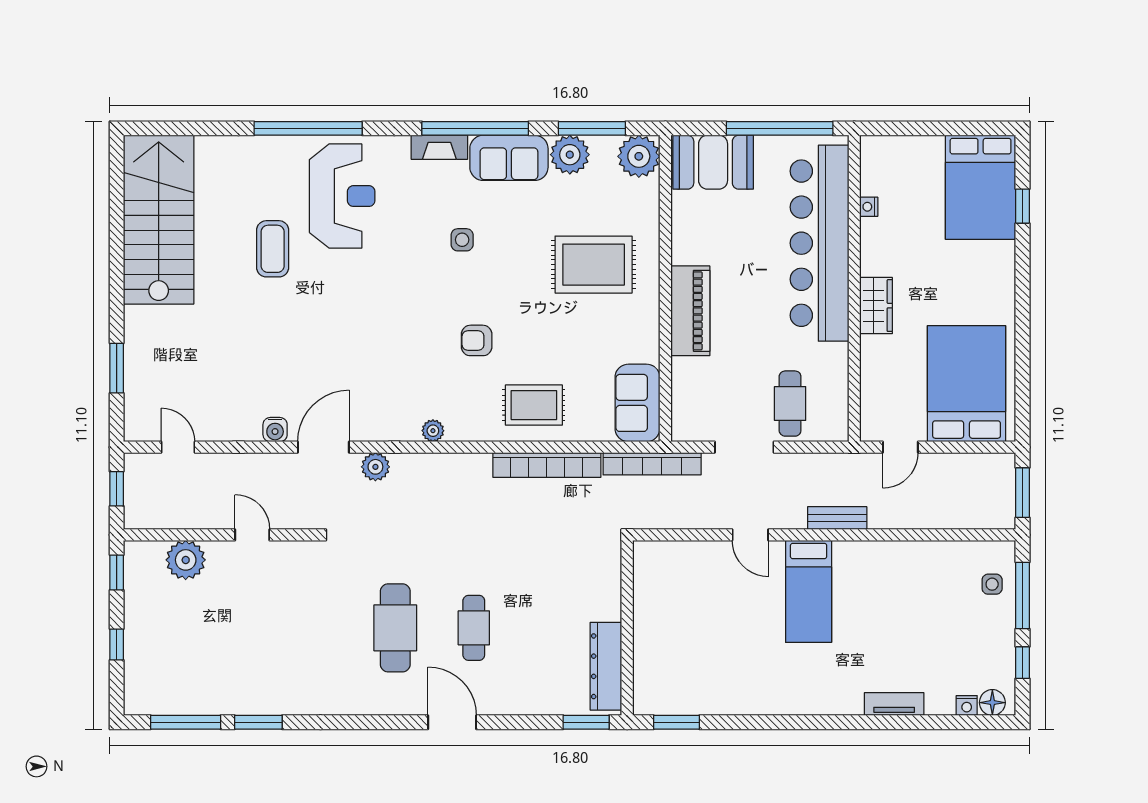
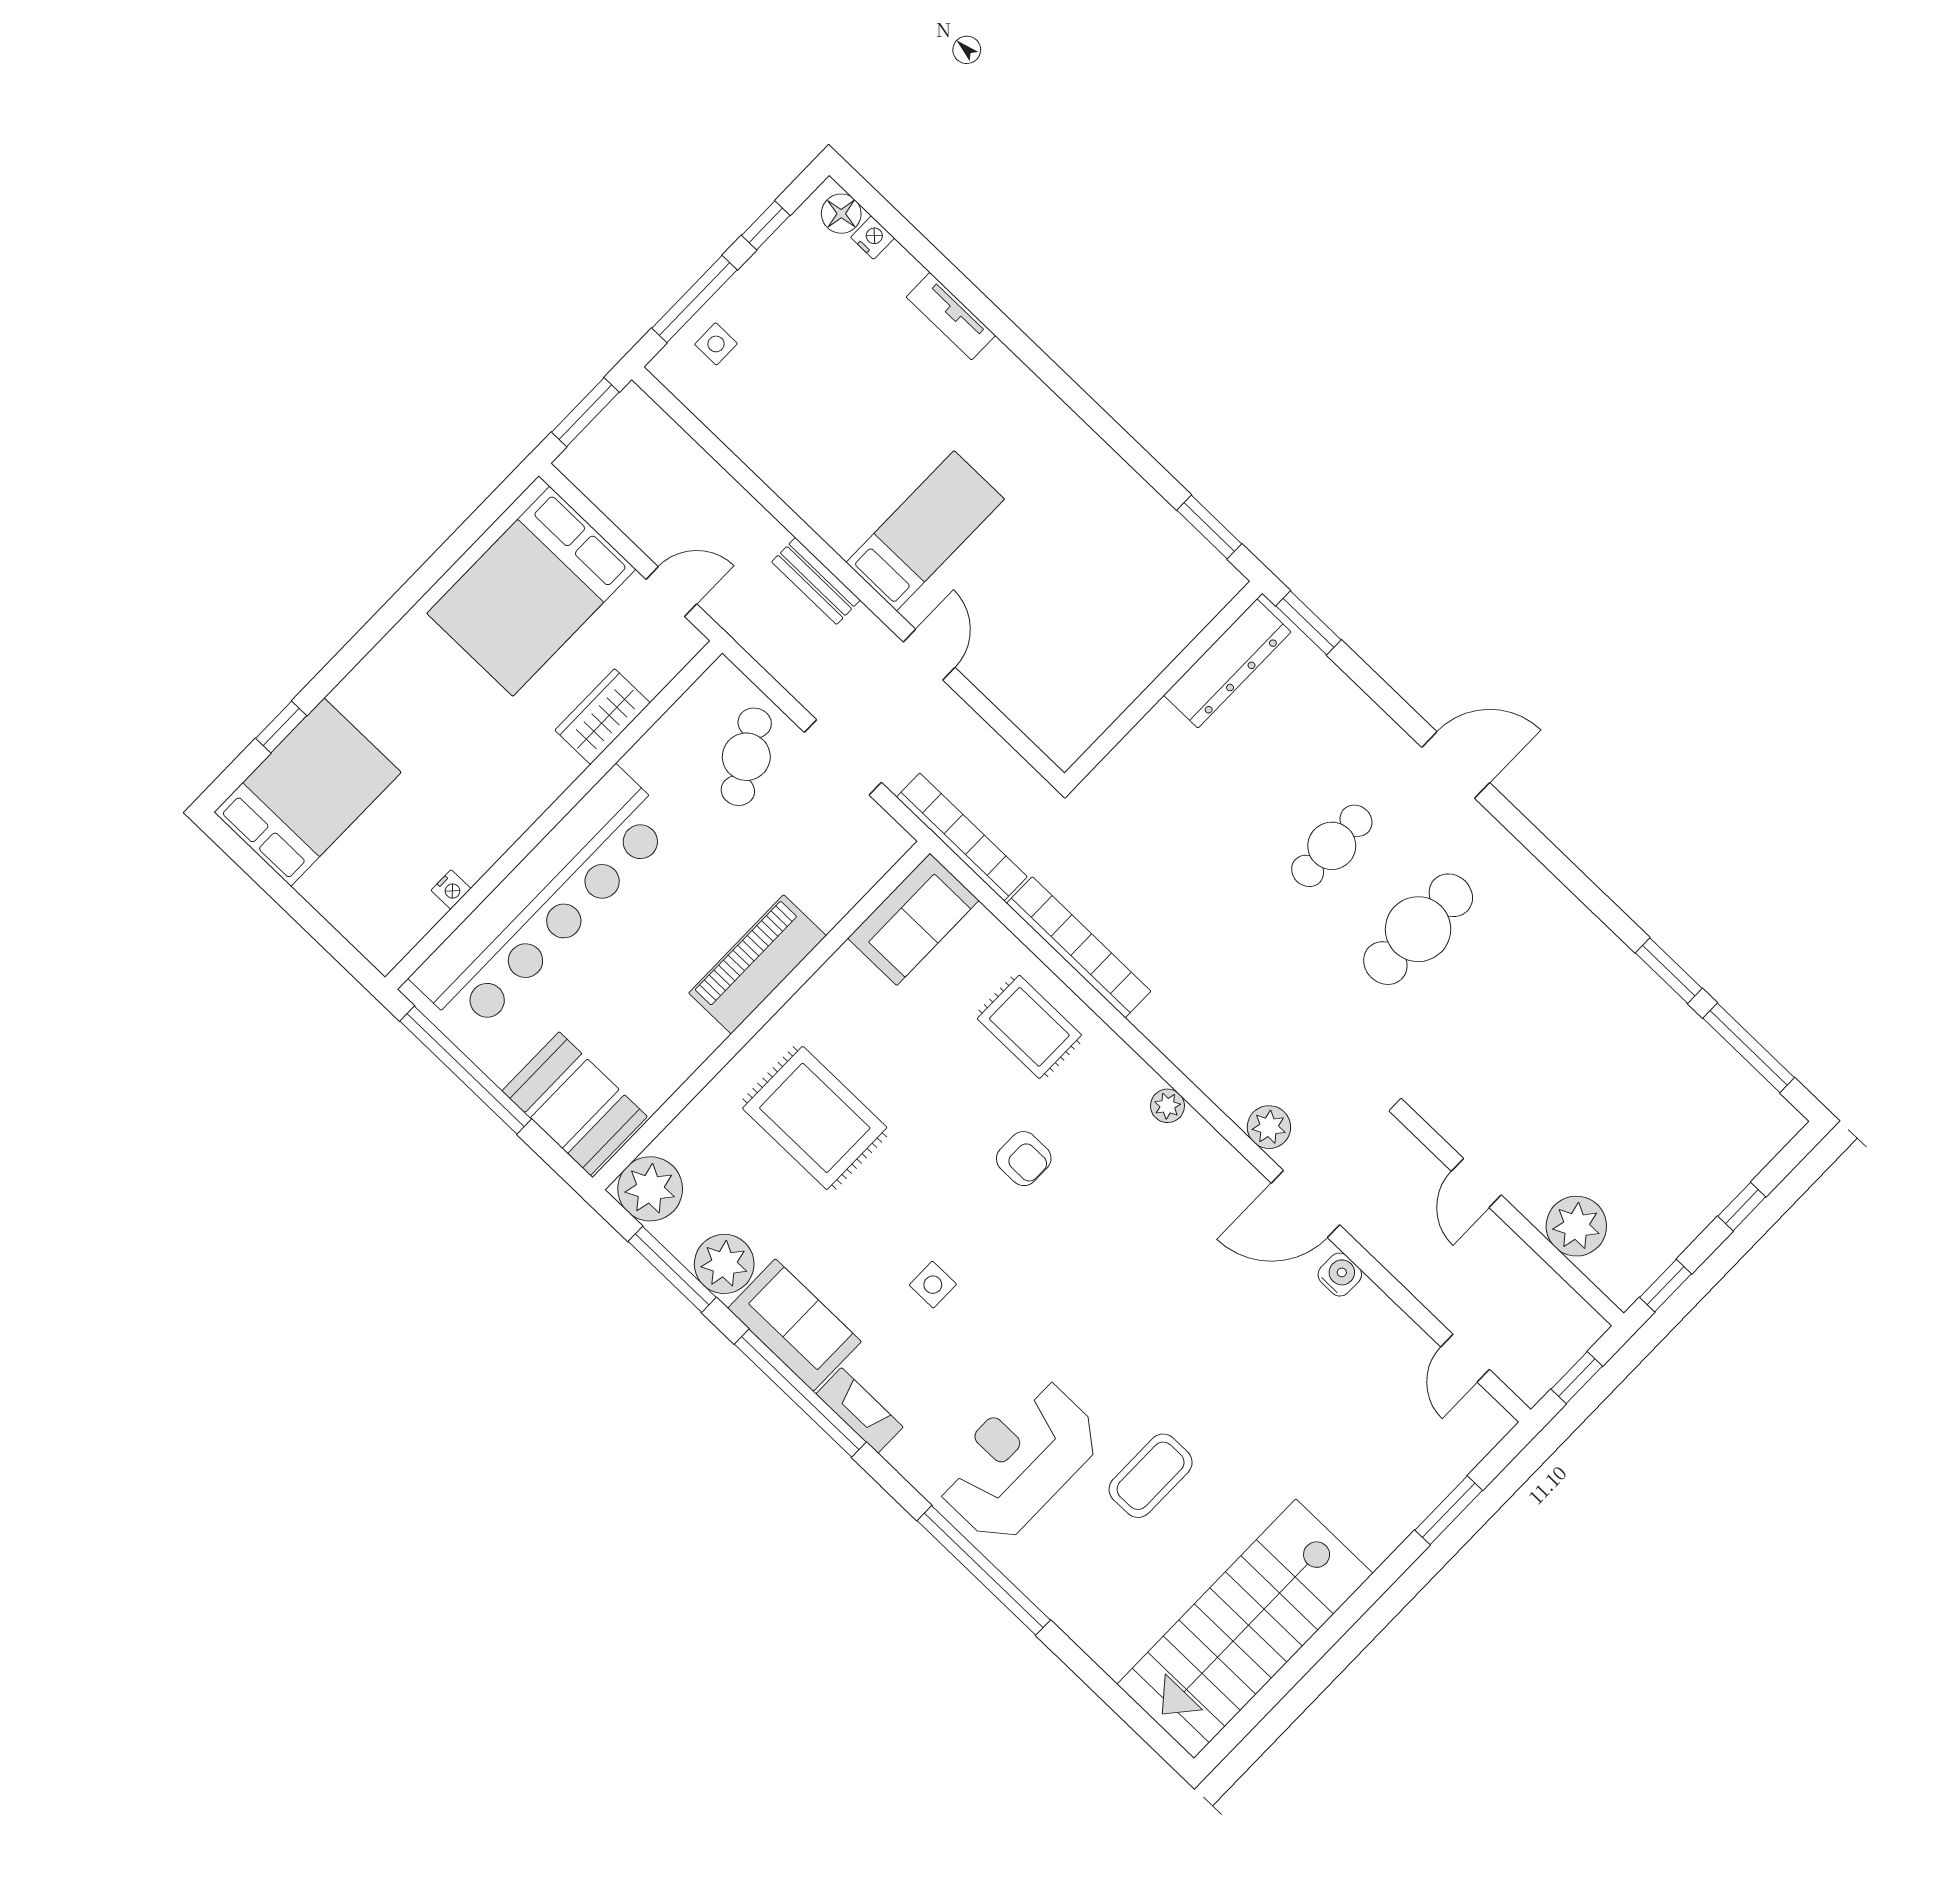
wardrobe: (876, 306) -> (603, 717), moved
cafe table: (790, 404) -> (746, 757), turned -30
door: (452, 722) -> (1456, 765), swing flipped

